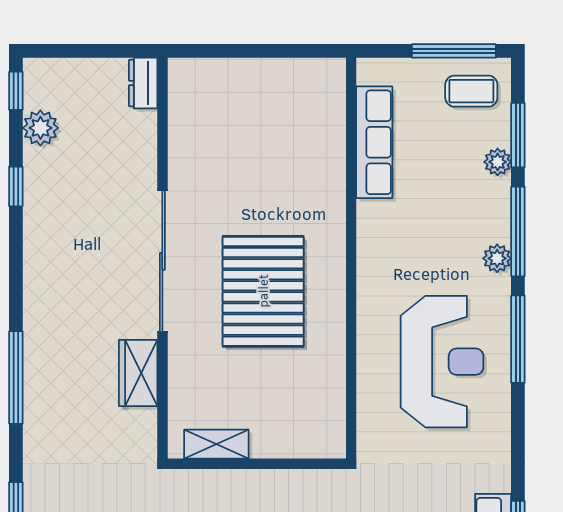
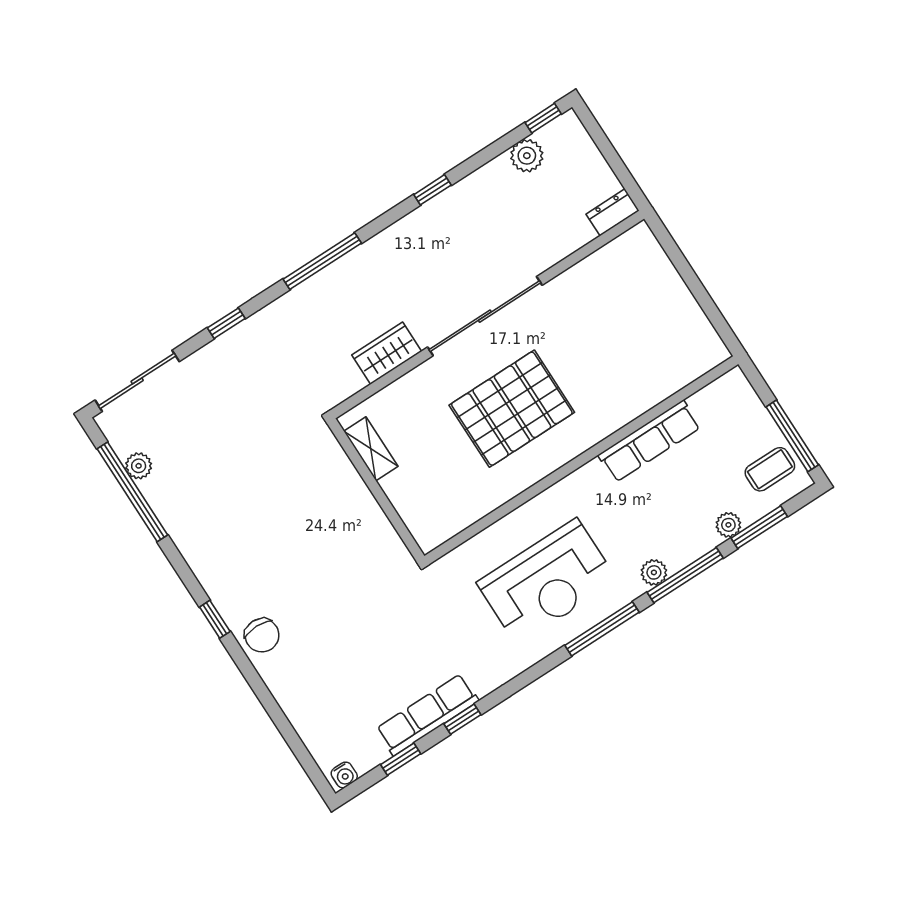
coffee table: (471, 91) -> (770, 469), turned 90
row of seats: (374, 142) -> (649, 441), moved
window: (16, 186) -> (432, 190), moved

